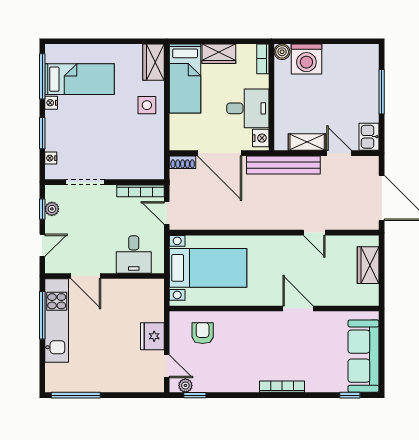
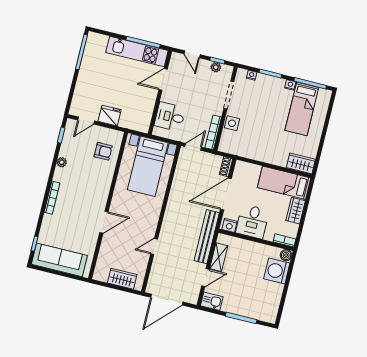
side table: (147, 105) -> (232, 123), moved
plant: (185, 385) -> (62, 162), moved

